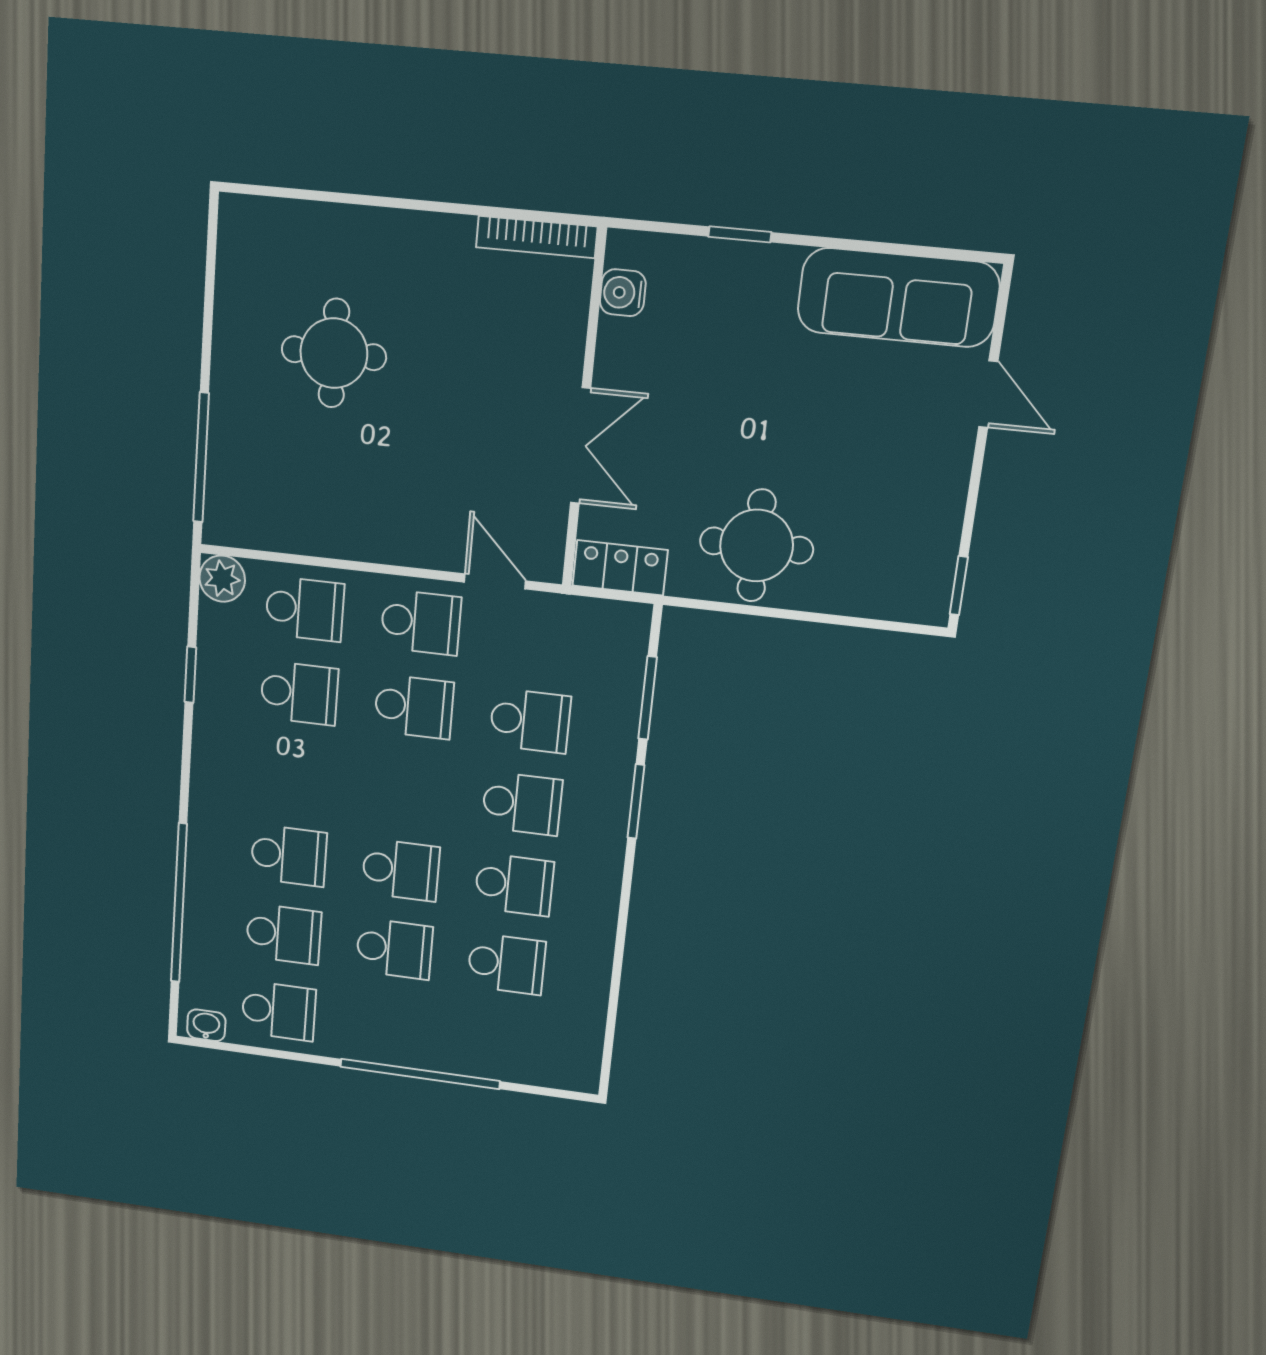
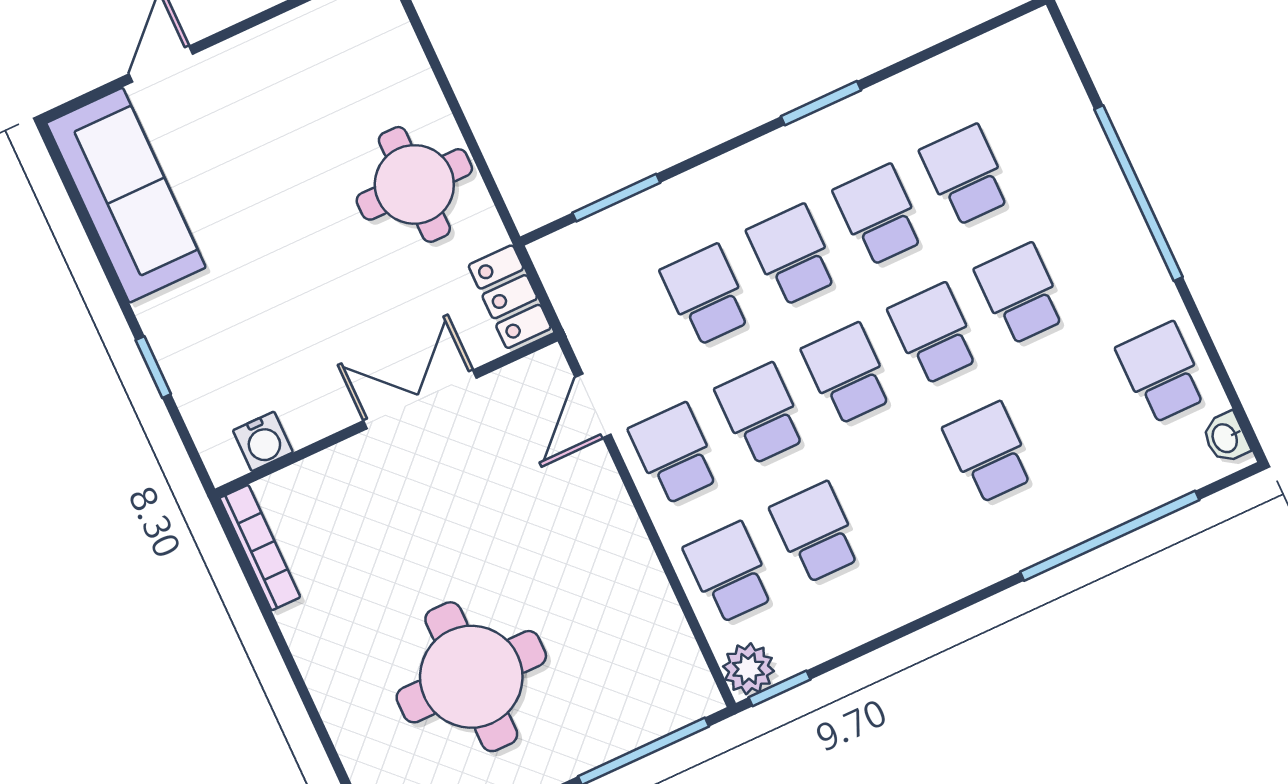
round table: (334, 353) -> (471, 677), width x1.36, depth x1.36
window: (190, 675) -> (779, 688), moved
window: (636, 801) -> (821, 103), moved
school desk: (284, 934) -> (848, 374), moved

